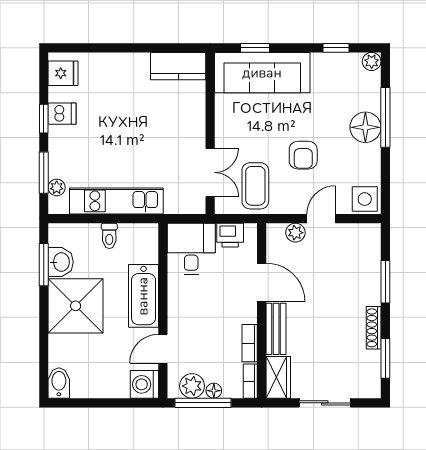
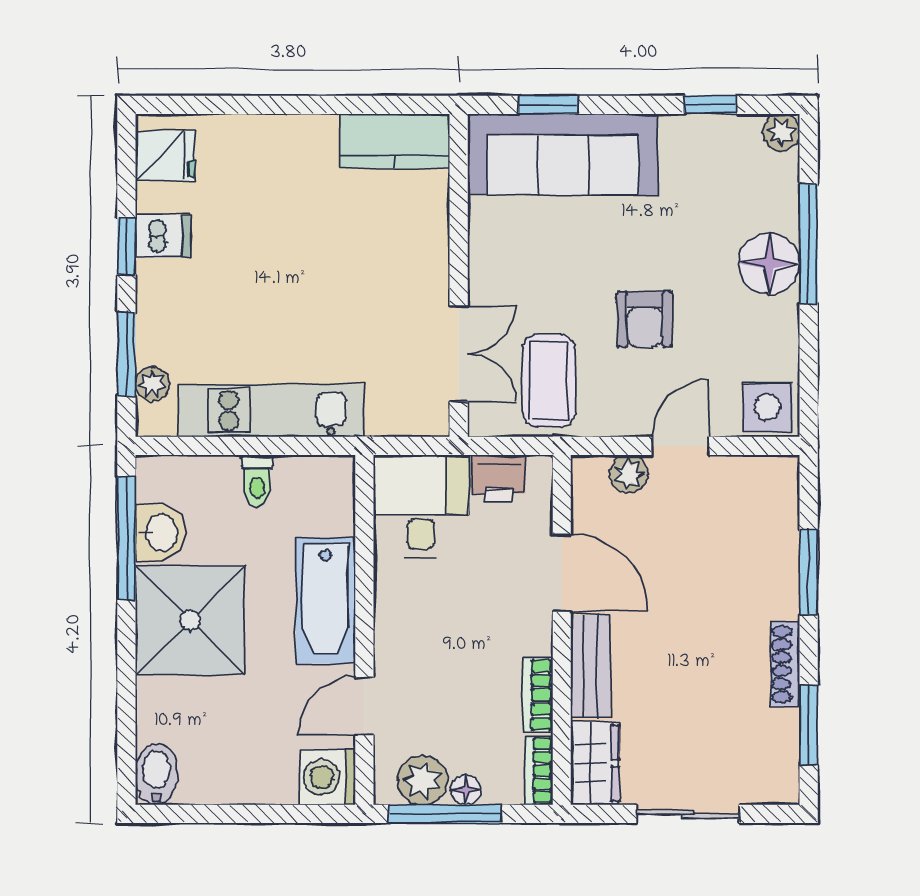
window: (44, 265) -> (126, 538), width x1.44

